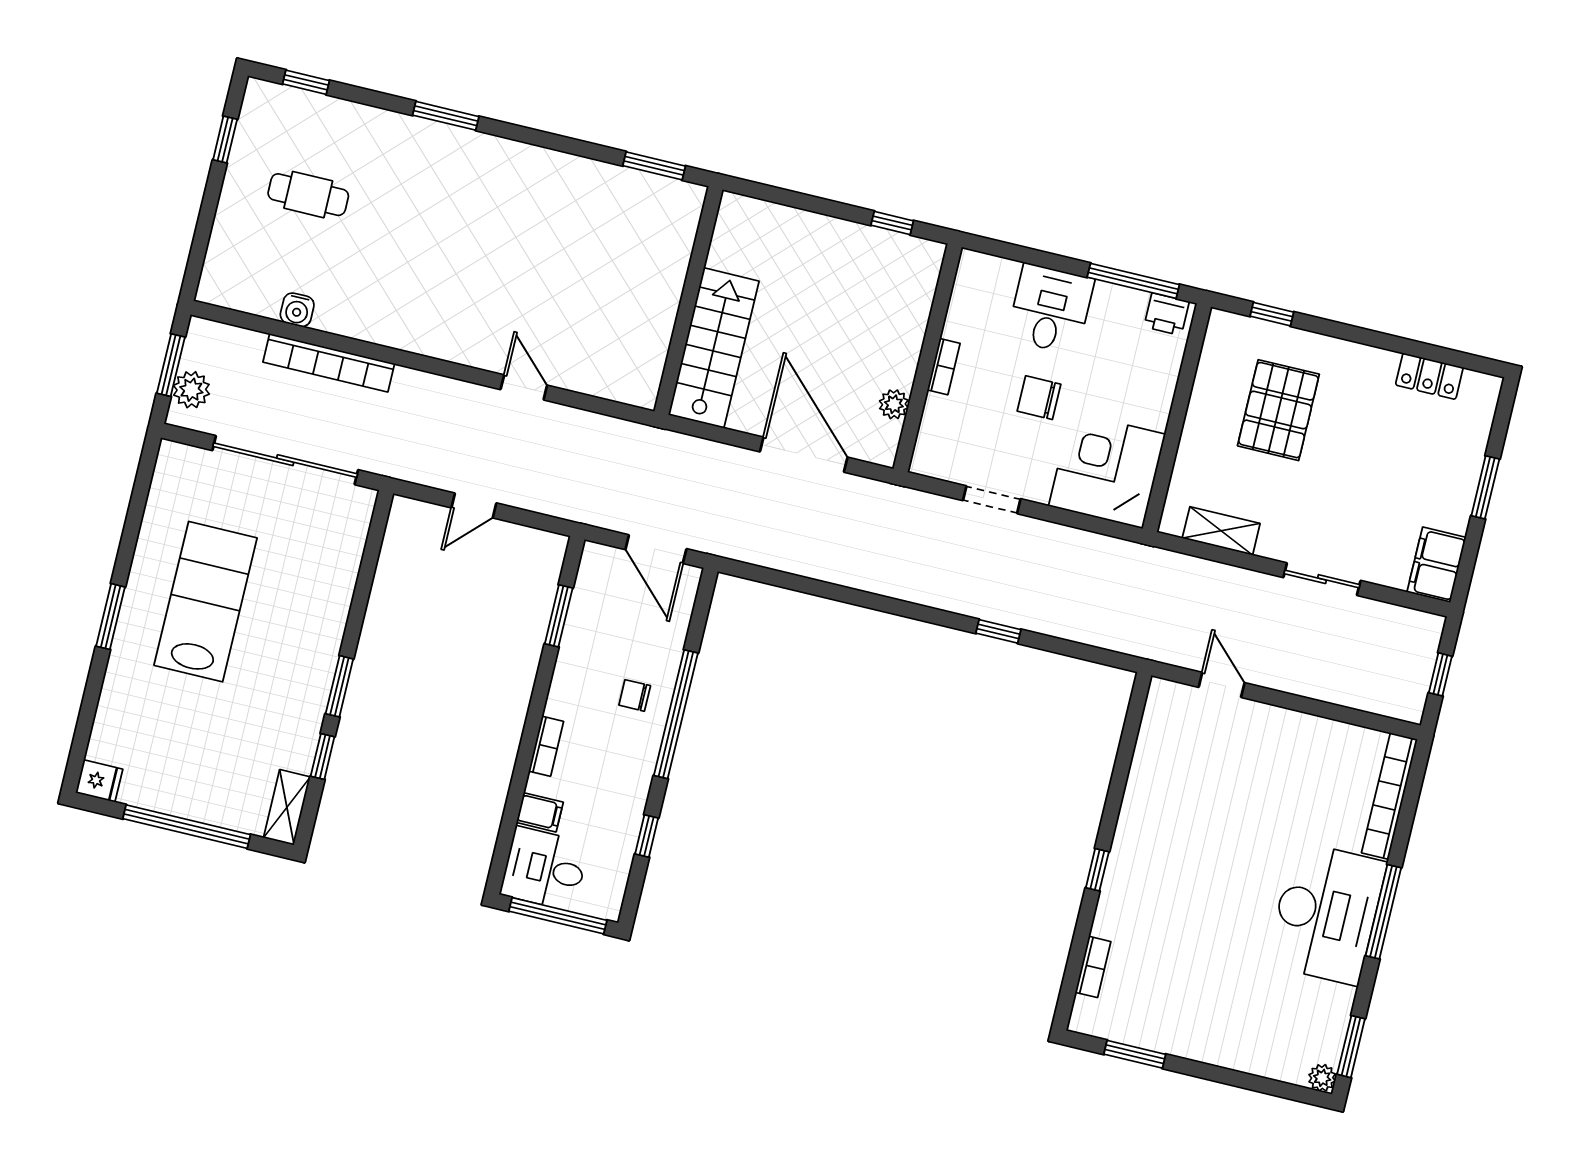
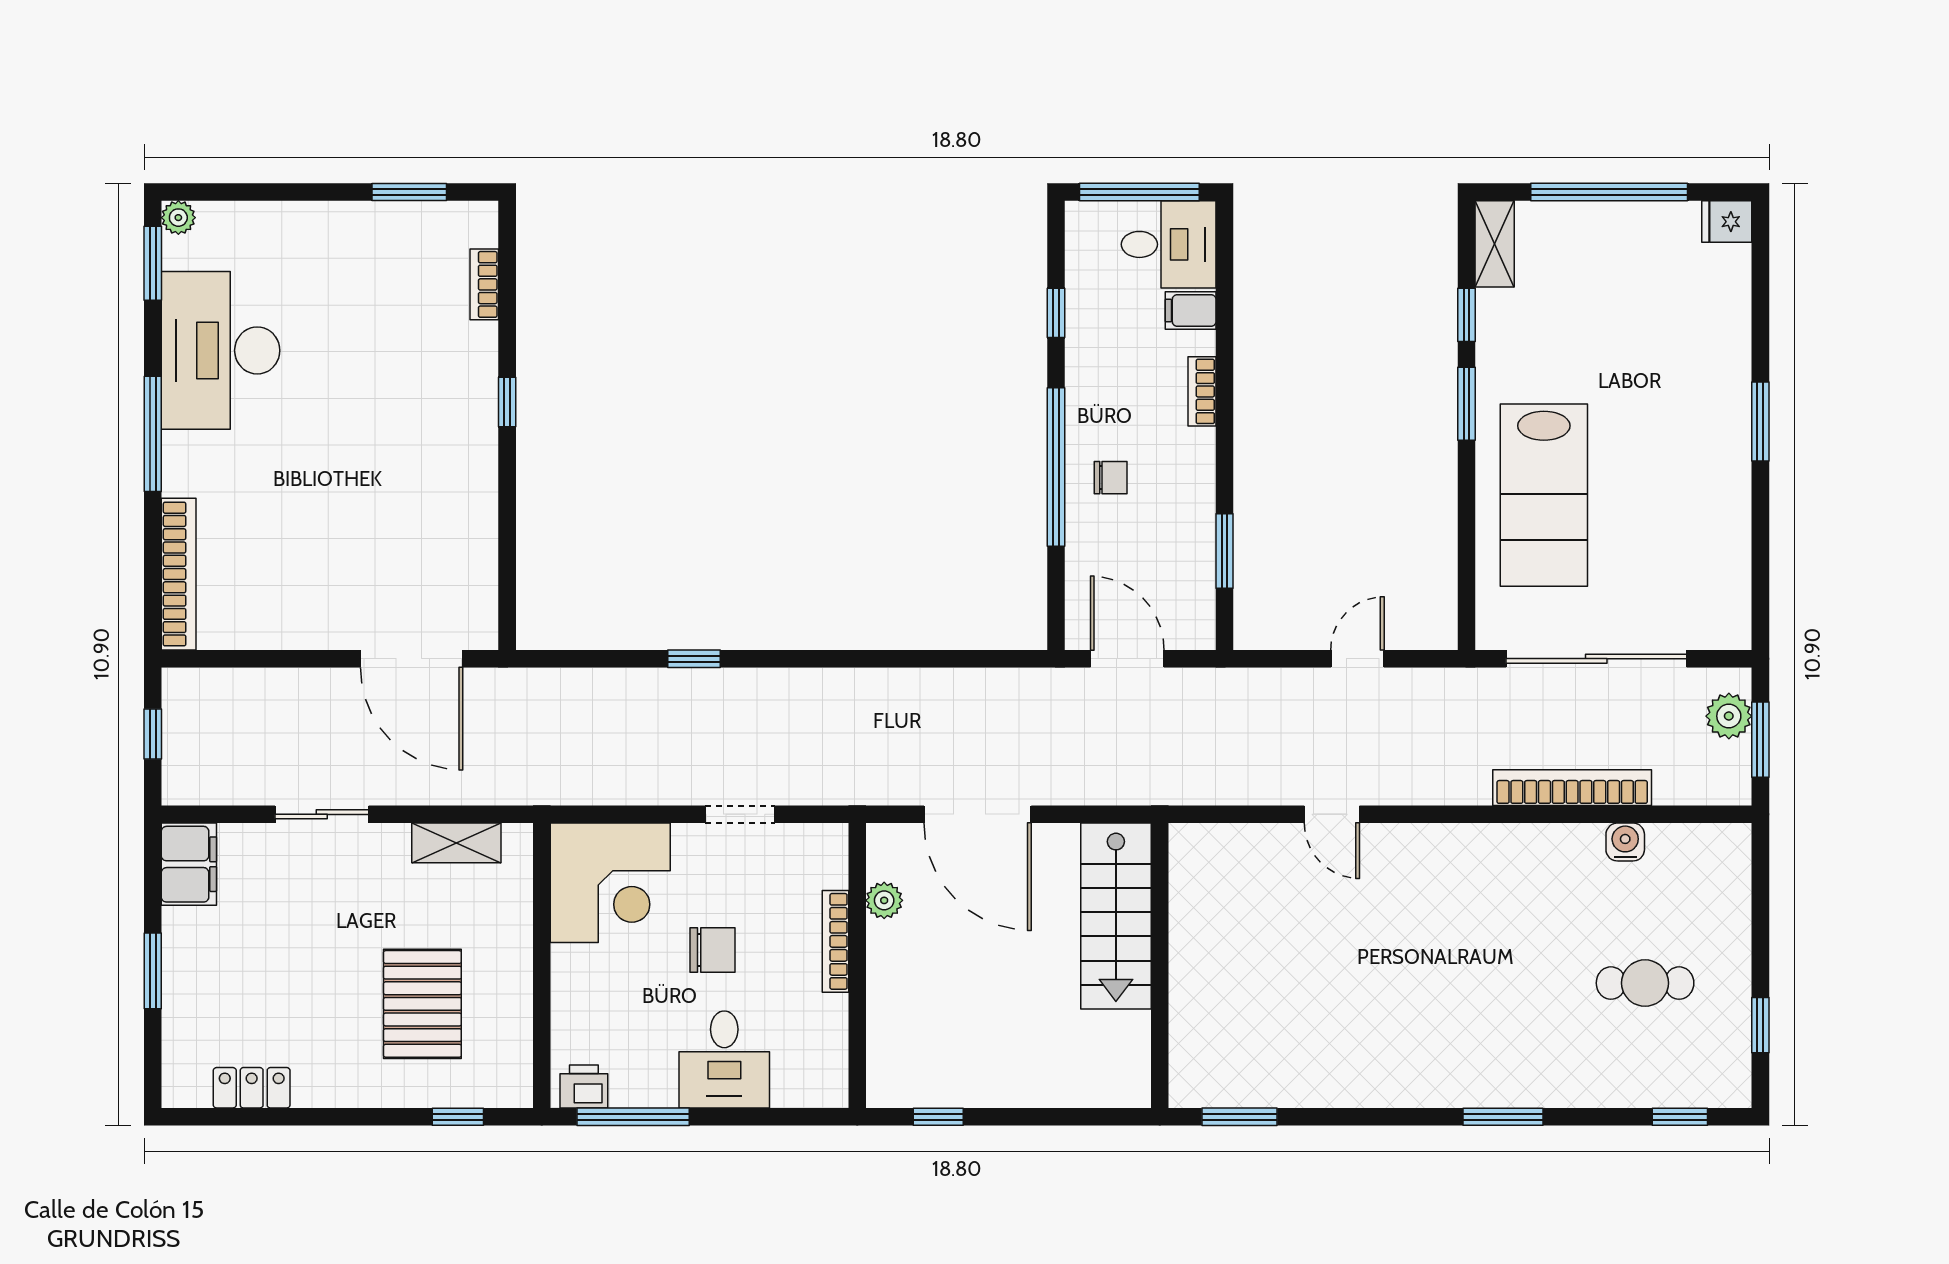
bookcase: (944, 367) -> (835, 941), width x1.56
lab bench: (206, 602) -> (1544, 495), moved
door: (1222, 685) -> (412, 659), width x1.87
desk: (1326, 913) -> (221, 350), moved

